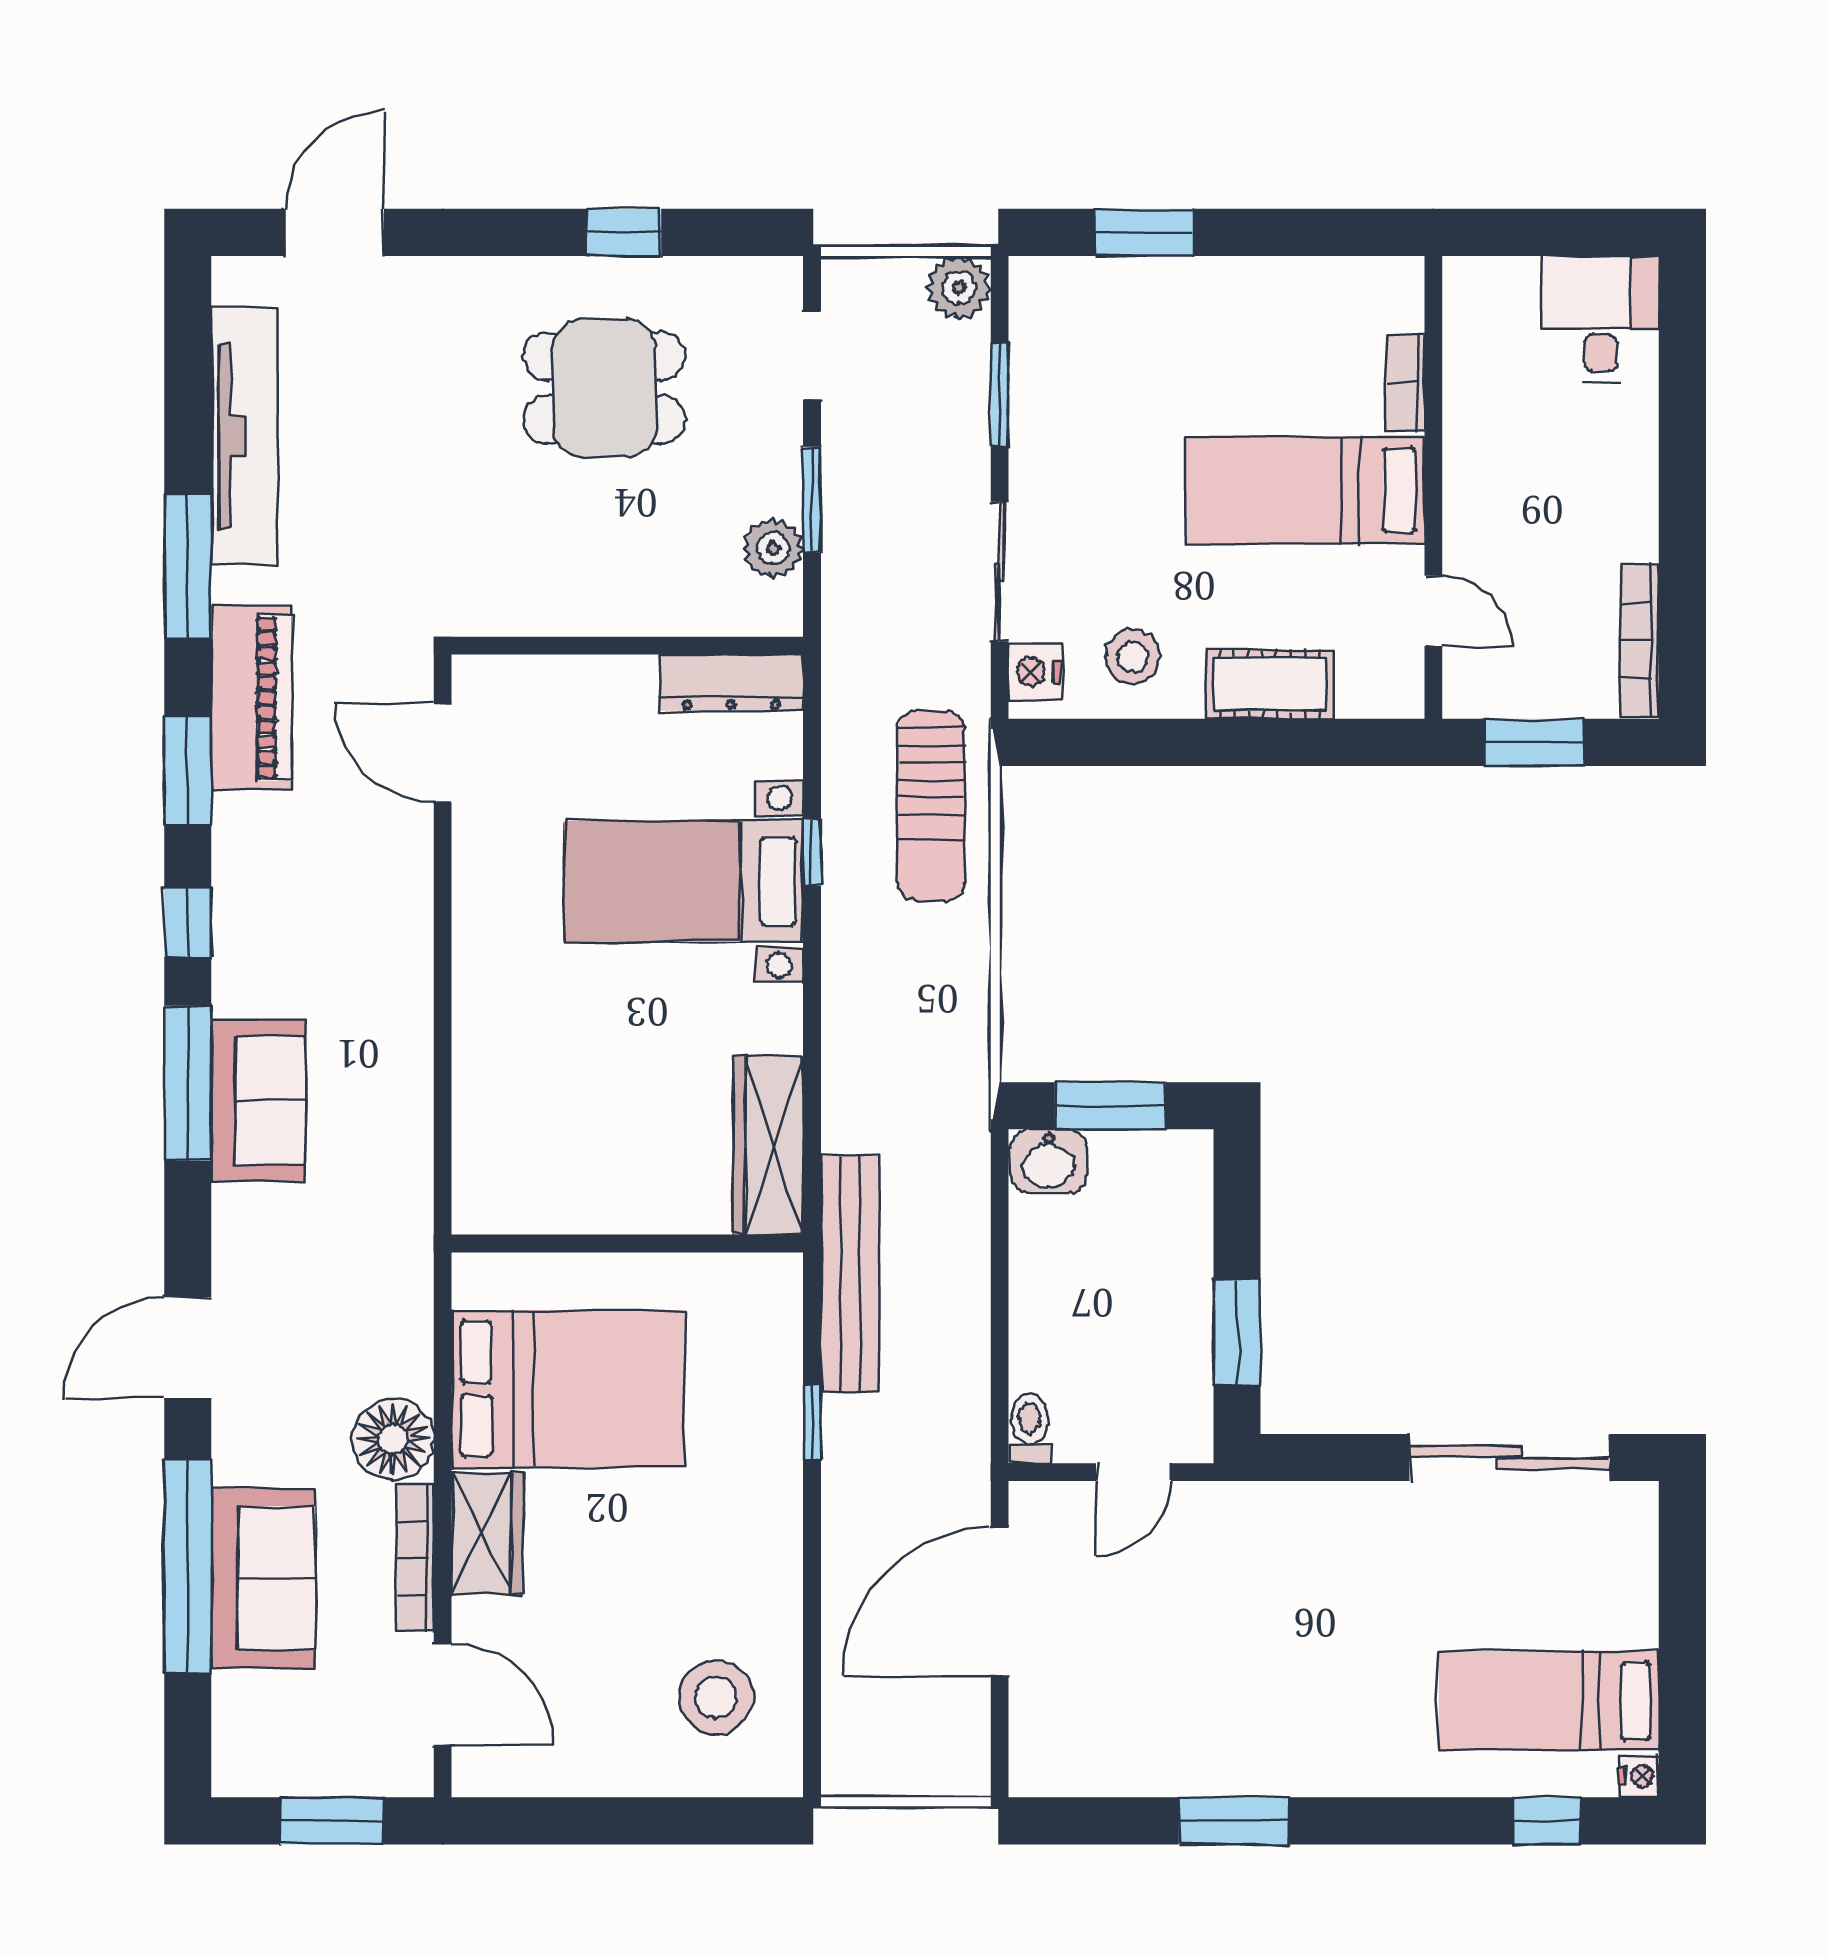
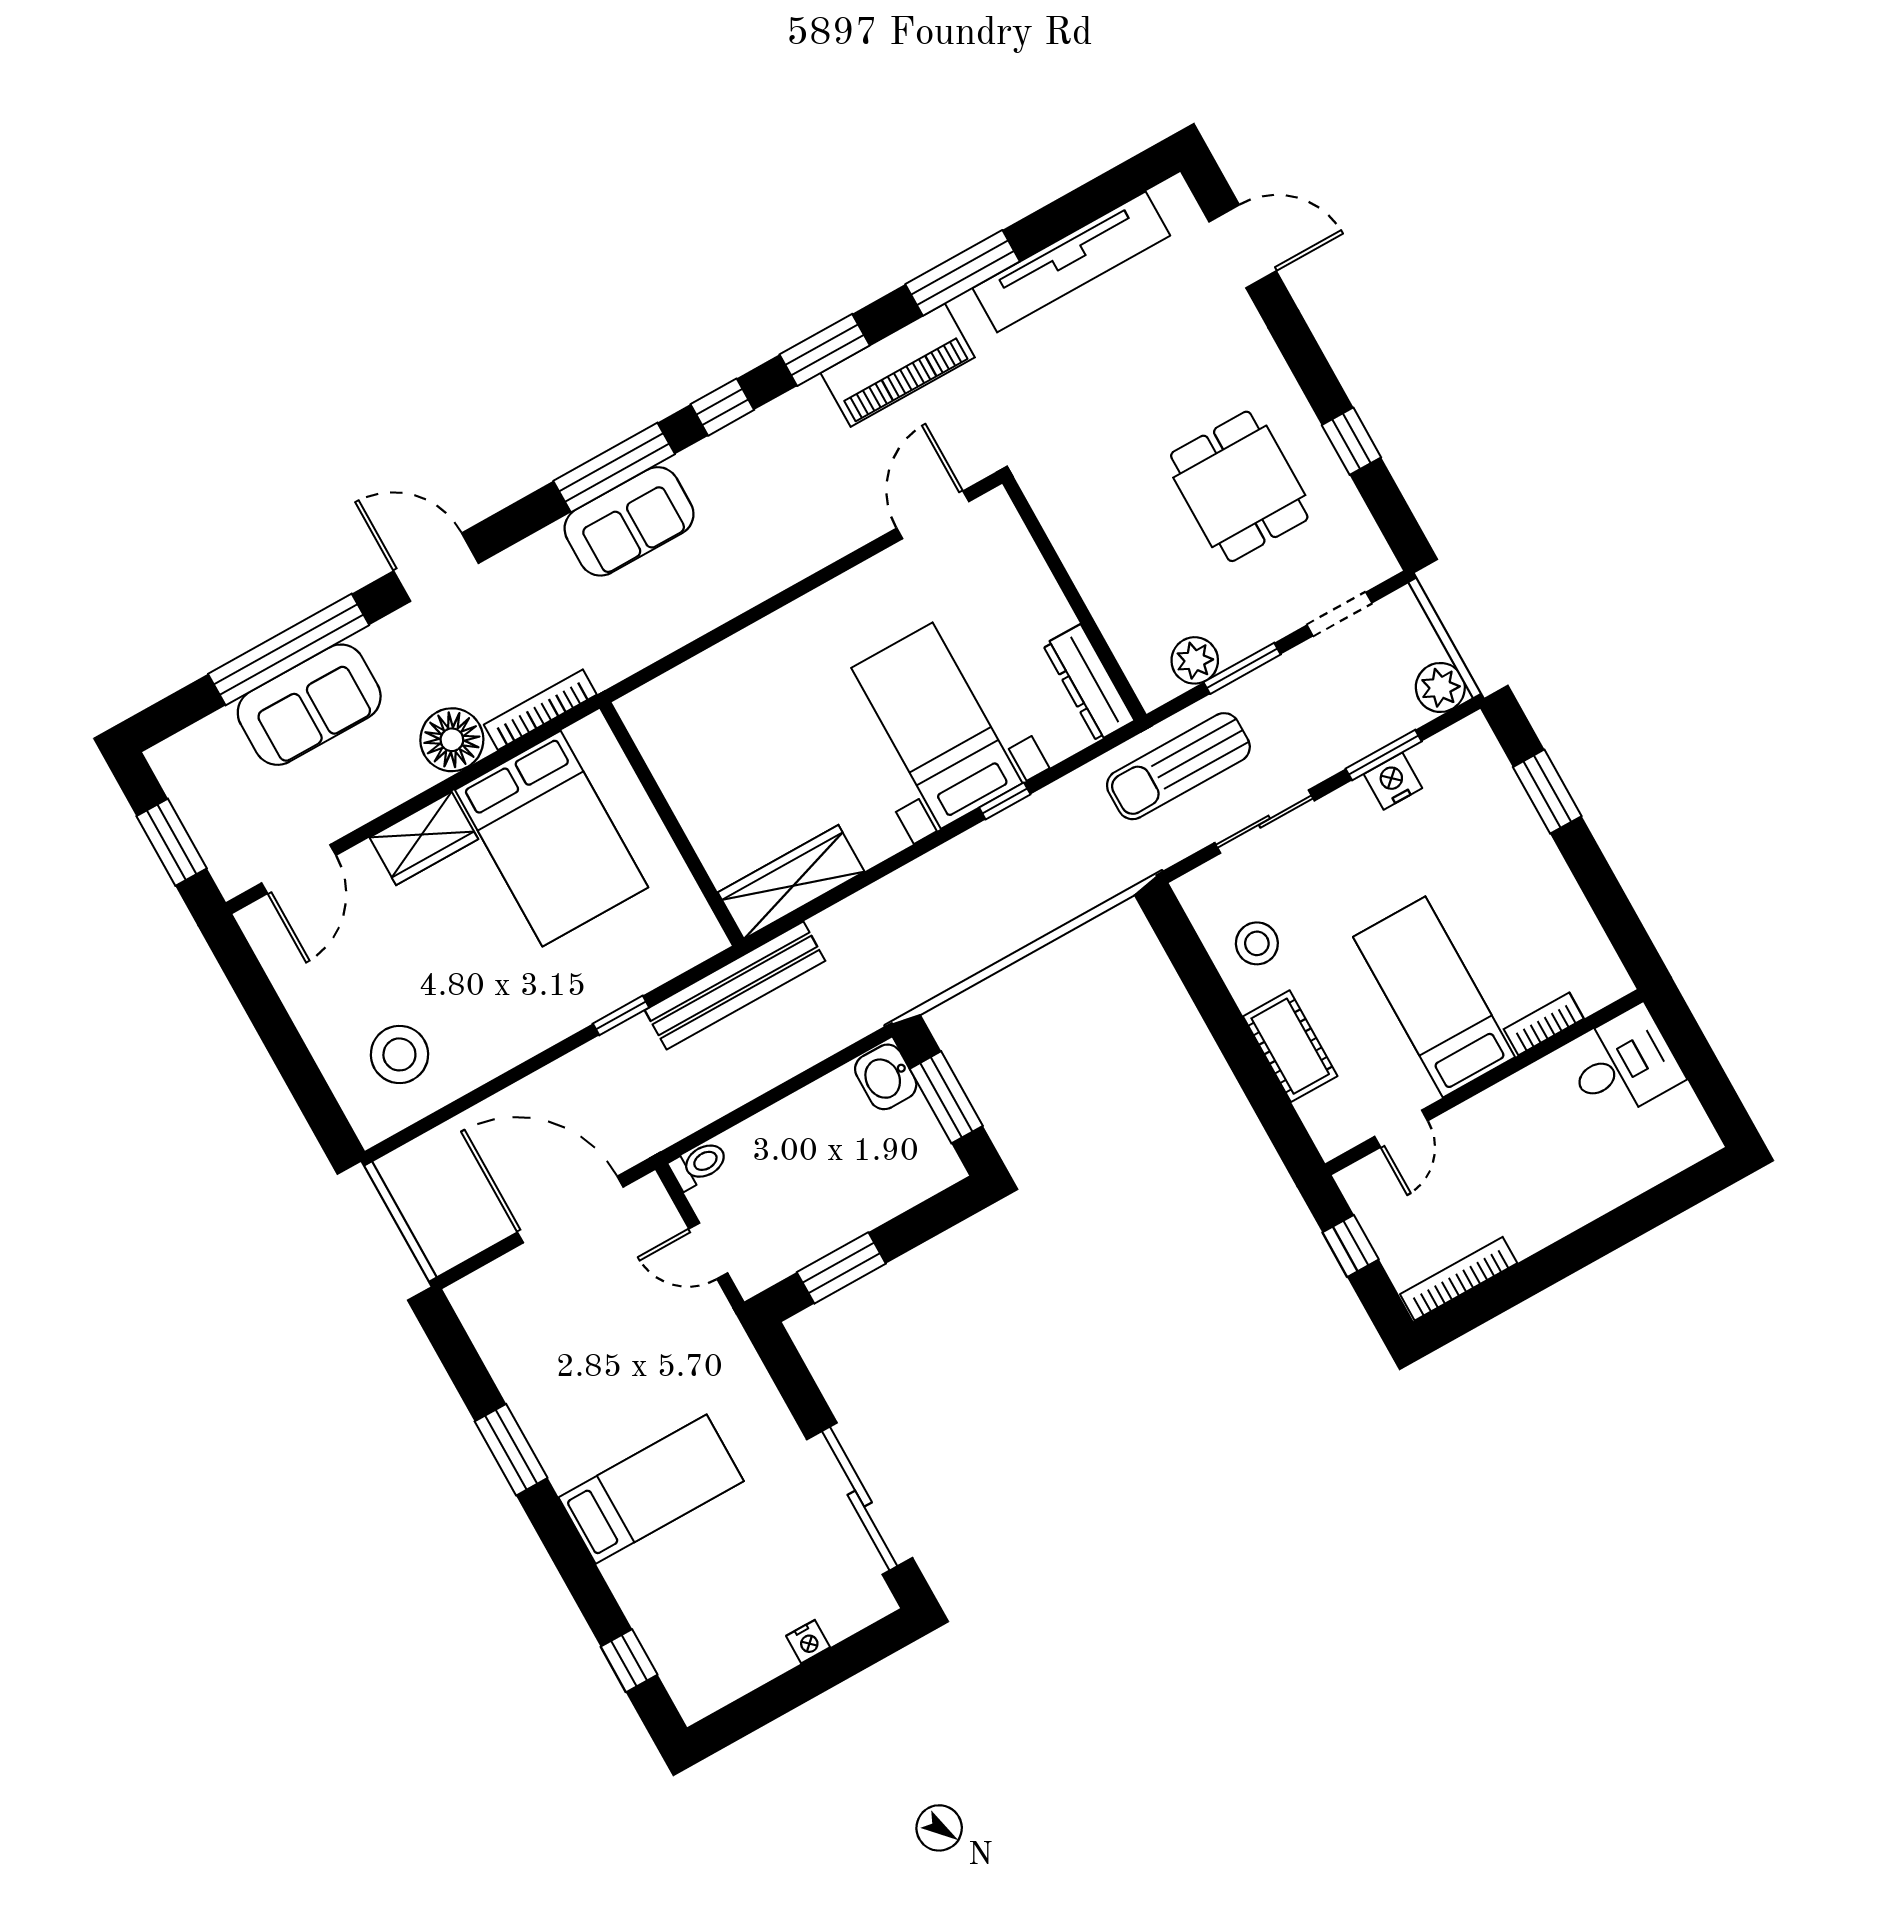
desk: (1601, 319) -> (1623, 1064), moved
nightstand: (1035, 672) -> (1393, 781), moved
window: (1534, 742) -> (1351, 1246), width x0.67
sun lounger: (931, 806) -> (1178, 766), moved
bookcase: (415, 1558) -> (540, 710), moved
bed: (1549, 1700) -> (651, 1489), moved, turned 90
nightstand: (1639, 1776) -> (808, 1642), moved

